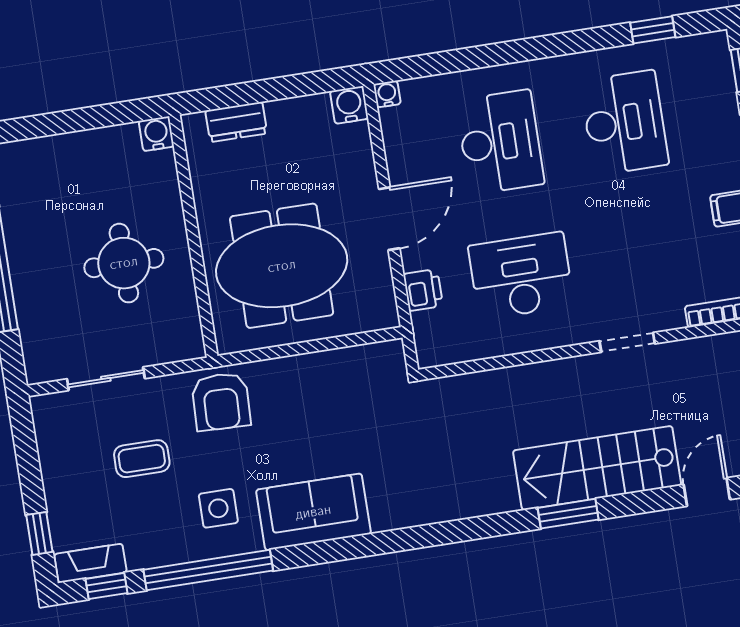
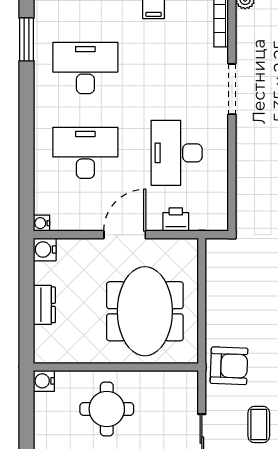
window: (653, 30) -> (26, 39), width x1.50
dresser: (236, 122) -> (44, 305), moved
door: (389, 219) -> (125, 235), hinge flipped
round table: (124, 263) -> (107, 409), moved
doorway: (627, 342) -> (232, 89), width x1.38

